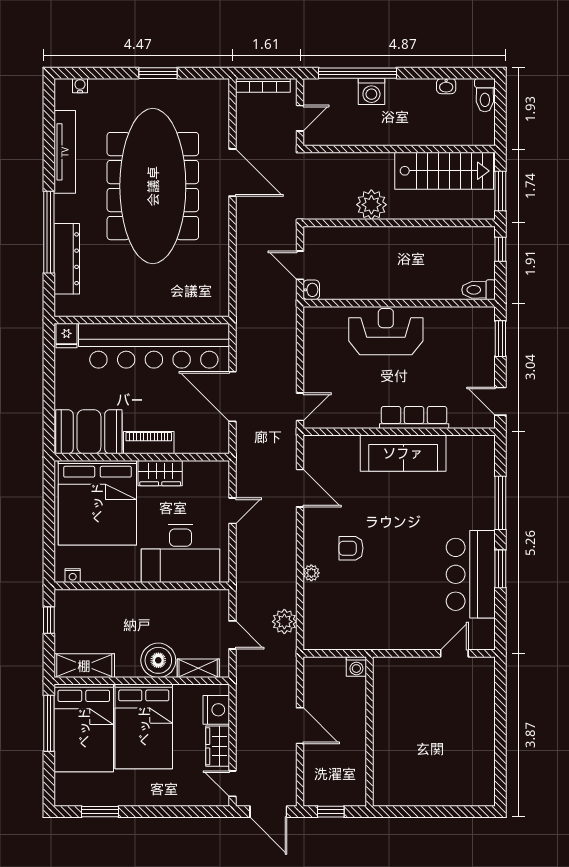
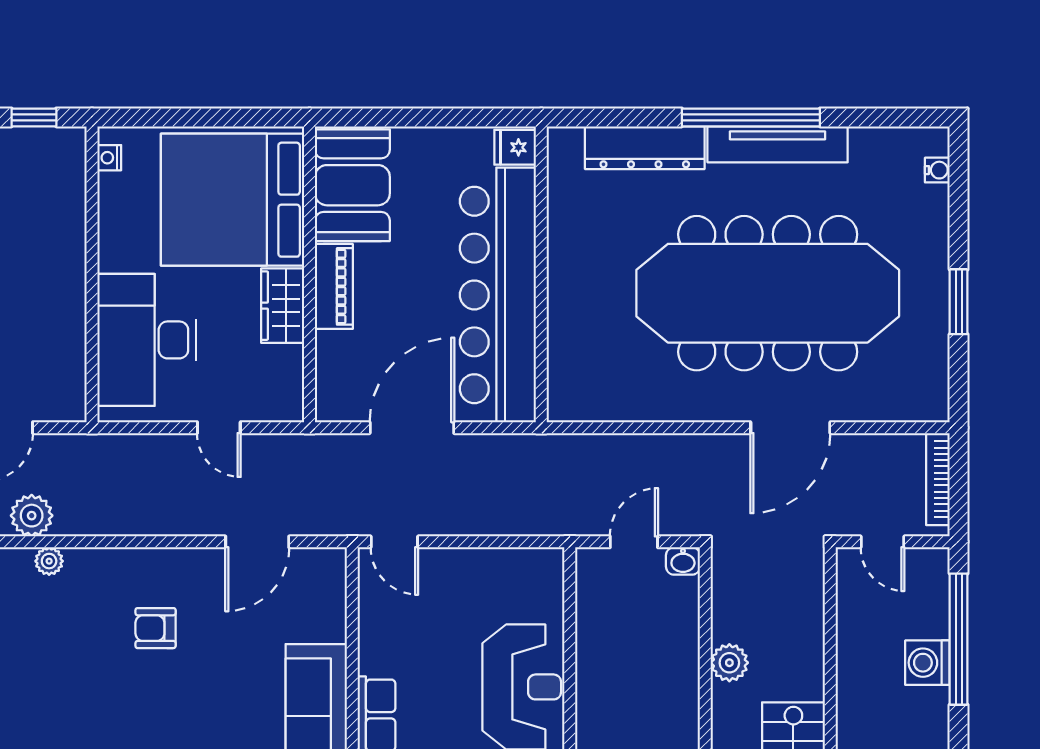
tv unit: (65, 152) -> (778, 144), moved
plant: (371, 205) -> (729, 663), width x0.73, depth x0.73
window: (49, 232) -> (751, 117), moved
washbasin: (311, 290) -> (683, 561), moved
armchair: (351, 548) -> (156, 628), turned -90
plant: (311, 573) -> (49, 561), moved

